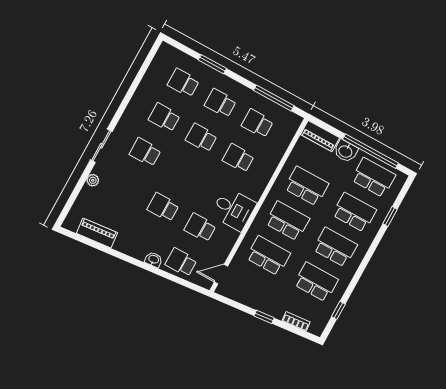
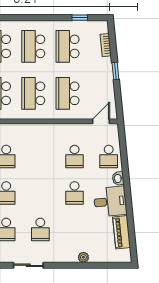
sliding door: (101, 146) -> (28, 265), moved
desk: (233, 209) -> (110, 202), moved, turned 84
door: (221, 274) -> (101, 121), swing flipped

